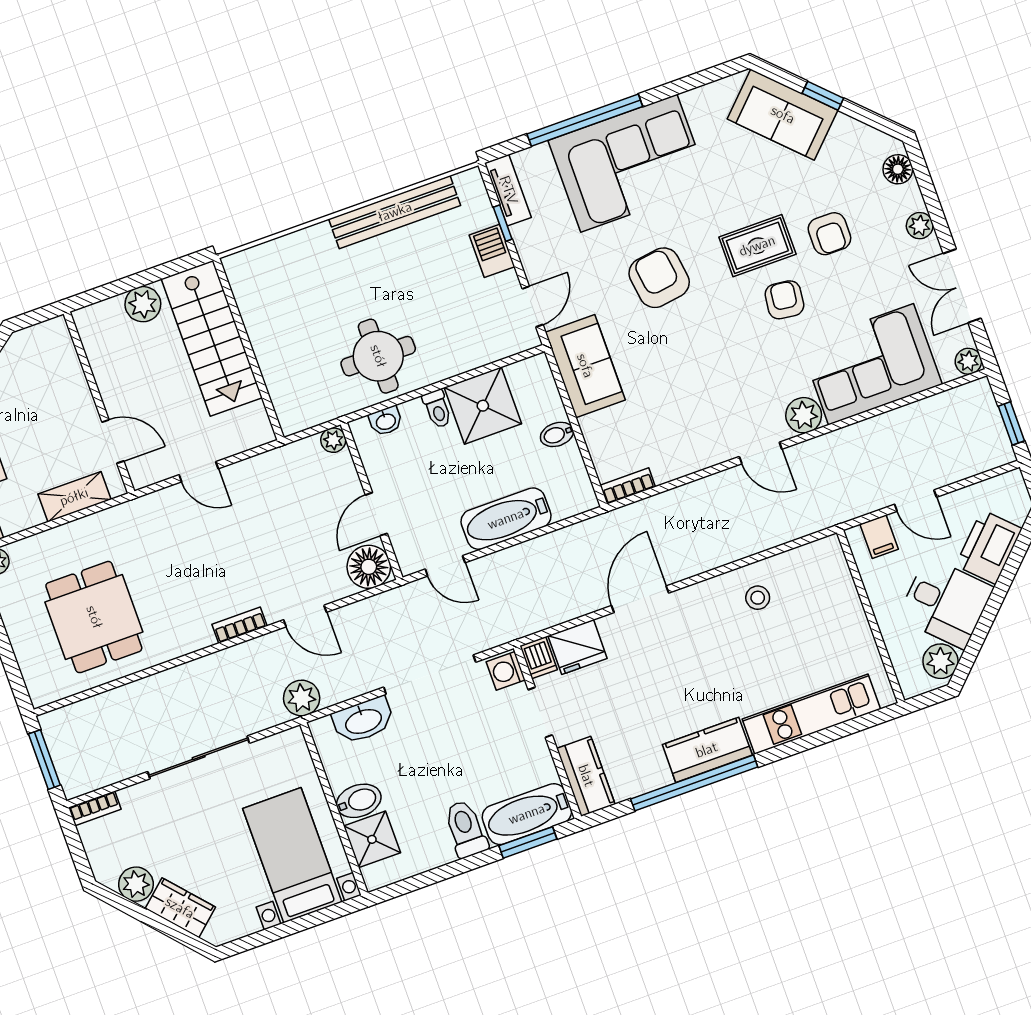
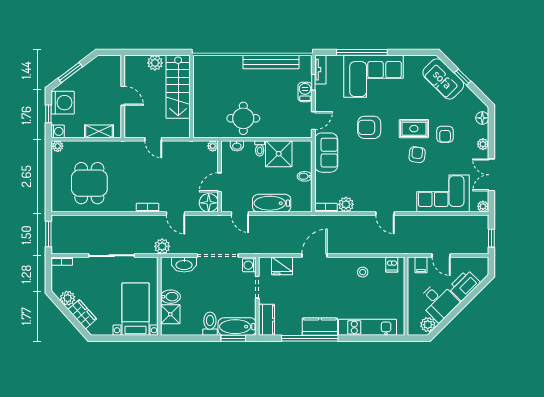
armchair: (659, 278) -> (369, 127), turned -82
plant: (804, 415) -> (346, 204), moved
door: (113, 441) -> (123, 96), moved
dishwasher: (539, 658) -> (392, 265), moved

